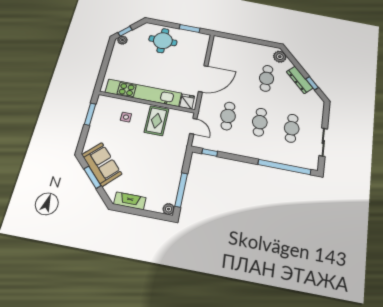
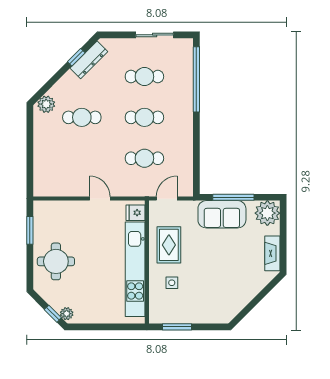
door: (203, 79) -> (100, 199), width x0.53
dresser: (300, 80) -> (89, 60), moved
rug: (156, 121) -> (169, 245), turned 90
window: (210, 153) -> (196, 172), removed
sofa: (102, 164) -> (222, 214), moved, turned -135
window: (92, 177) -> (254, 303), removed
window: (181, 190) -> (233, 197), moved
plant: (169, 209) -> (267, 213), width x1.87, depth x1.87

